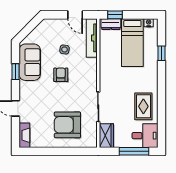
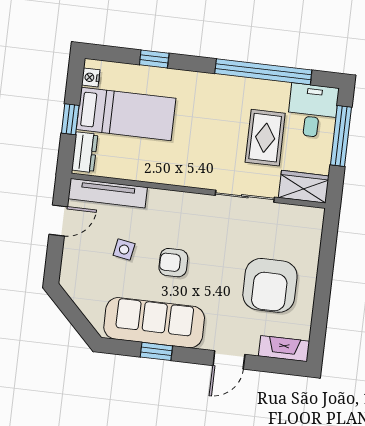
window: (115, 15) -> (70, 119), moved
sofa: (30, 62) -> (154, 323), width x1.36
rug: (143, 106) -> (265, 138), moved, turned 90
window: (162, 109) -> (263, 72), added
armchair: (67, 125) -> (270, 285), moved

